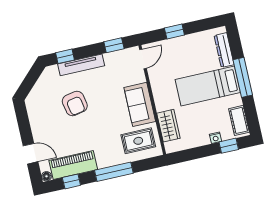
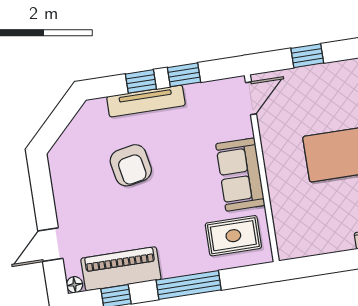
window: (114, 45) -> (184, 75), moved
window: (65, 56) -> (141, 81), moved
wardrobe: (168, 126) -> (286, 214), removed
door: (31, 154) -> (50, 245), swing flipped

